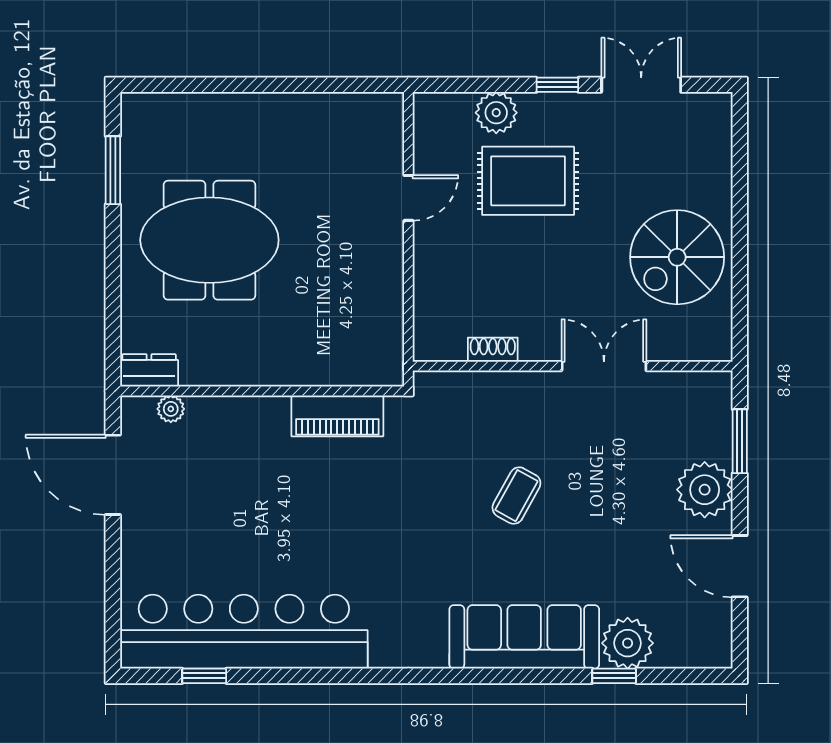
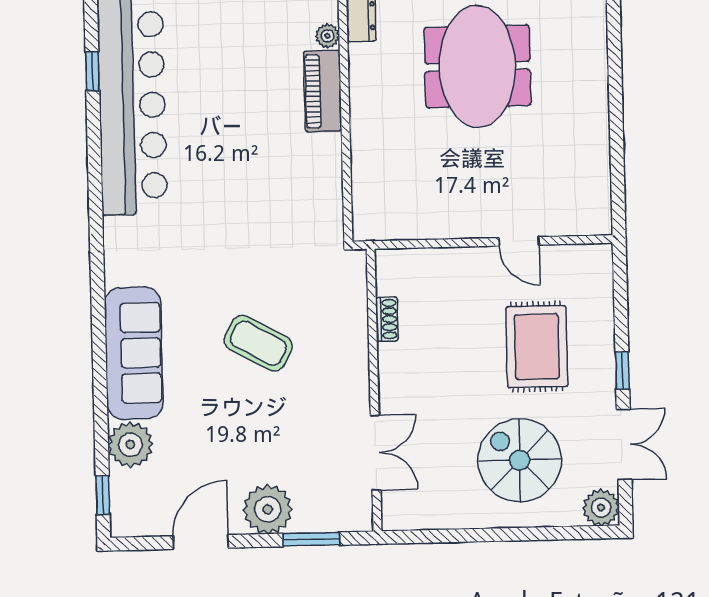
plant: (496, 113) -> (601, 508), moved
spiral stairs: (677, 257) -> (520, 460), moved
double door: (604, 366) -> (376, 453), moved
piano: (337, 416) -> (323, 91), moved
coffee table: (516, 496) -> (258, 343), width x1.36, depth x1.30
window: (614, 676) -> (103, 495), moved

